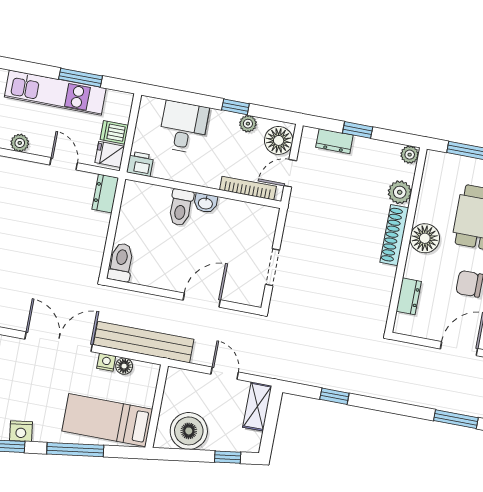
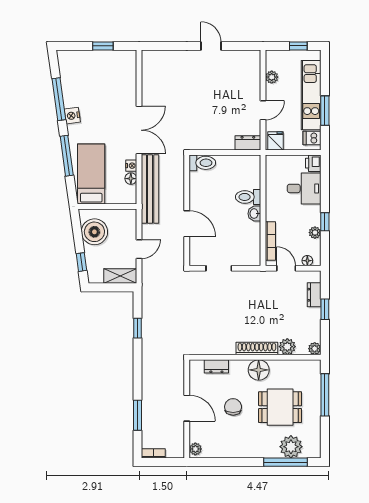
dishwasher: (114, 132) -> (312, 138), moved, turned -90
floor lamp: (279, 140) -> (307, 261), width x0.53, depth x0.53
printer: (140, 164) -> (313, 163), moved, turned 180

